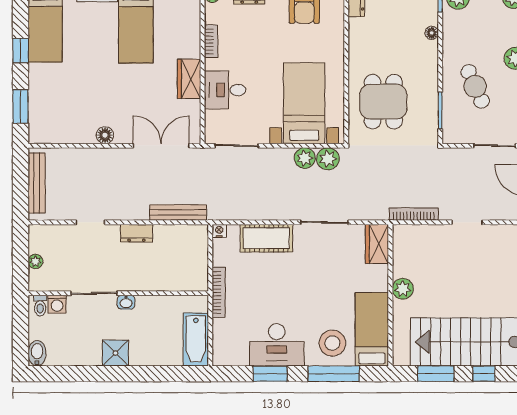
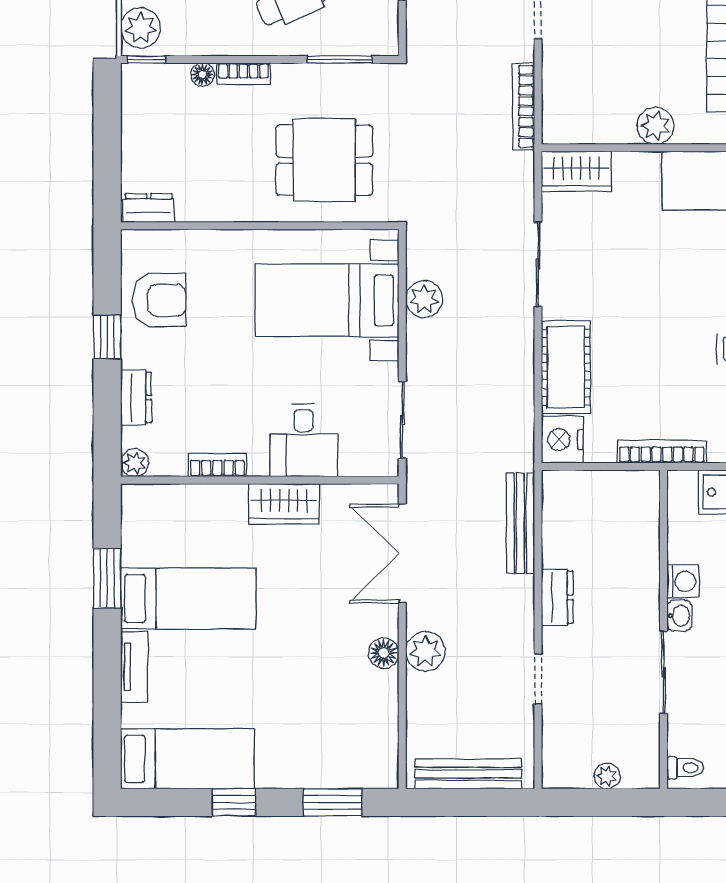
bookcase: (432, 56) -> (244, 74), added
plant: (328, 159) -> (425, 651), moved
nightstand: (219, 231) -> (562, 440), width x1.89, depth x1.79
washing machine: (57, 304) -> (683, 581), moved

